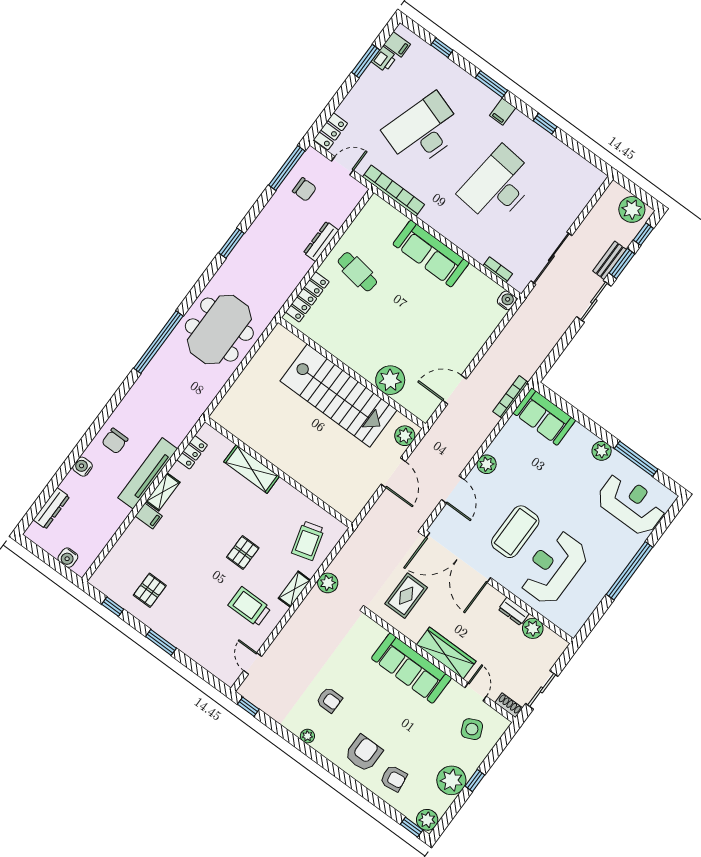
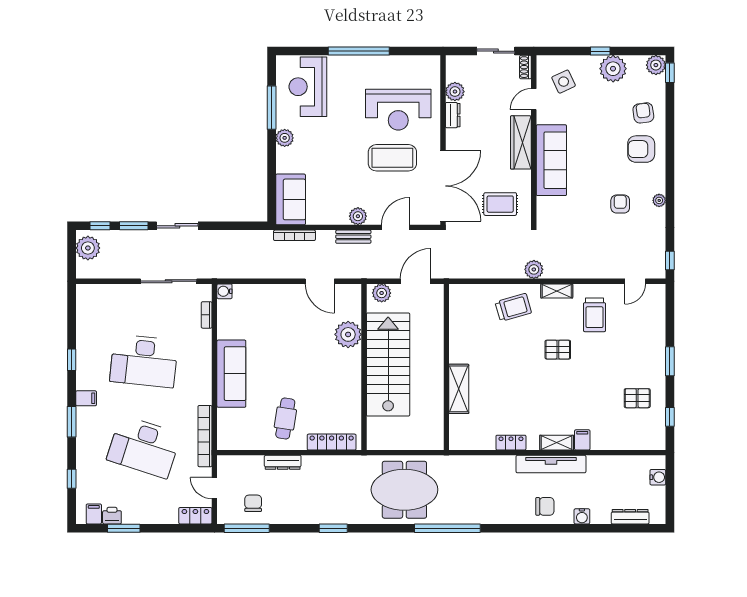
bench: (610, 260) -> (353, 237), moved
shelving: (252, 469) -> (459, 389), moved
wall: (279, 472) -> (446, 367), moved

